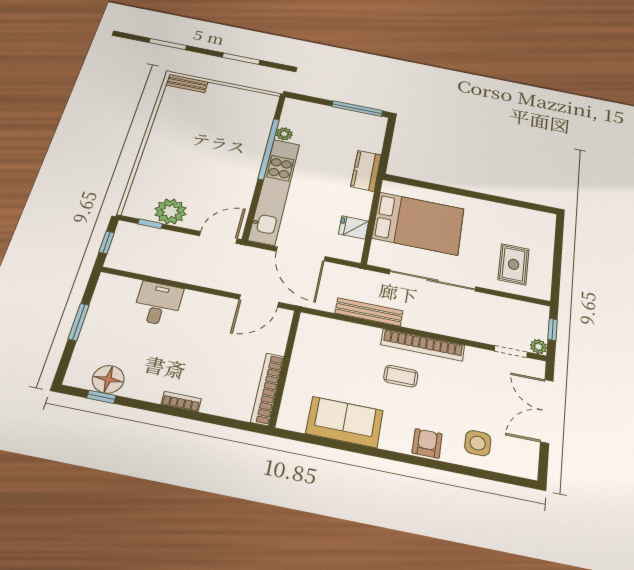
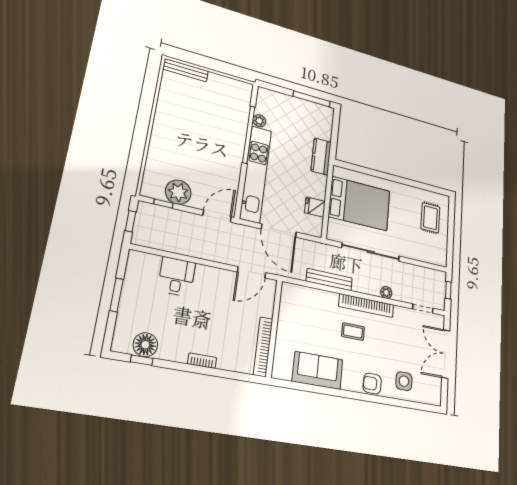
bench: (187, 83) -> (186, 70), width x1.36
rug: (514, 264) -> (430, 218), moved
plant: (539, 347) -> (386, 292), moved
armchair: (427, 443) -> (372, 384), turned -89

